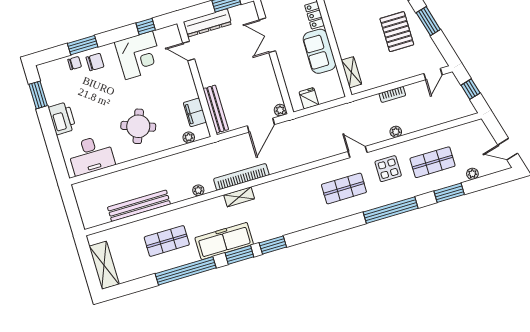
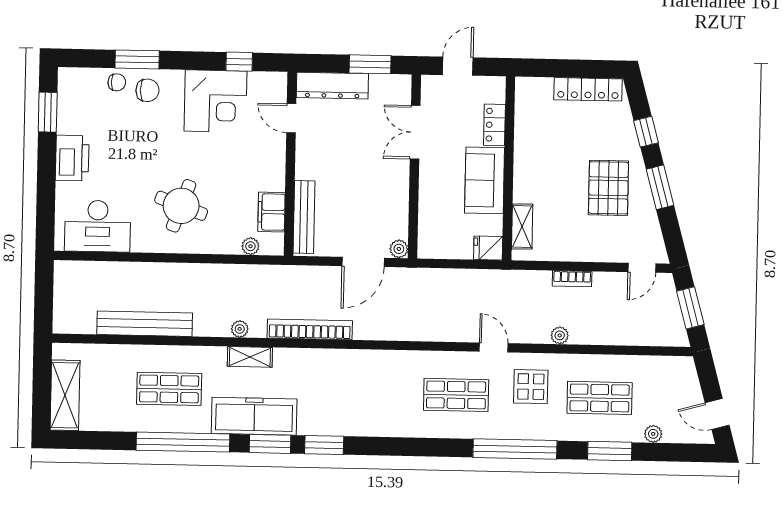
window: (471, 89) -> (690, 308), width x1.50
fridge: (309, 98) -> (488, 248), moved, turned -90
shelving: (239, 197) -> (250, 357), moved

